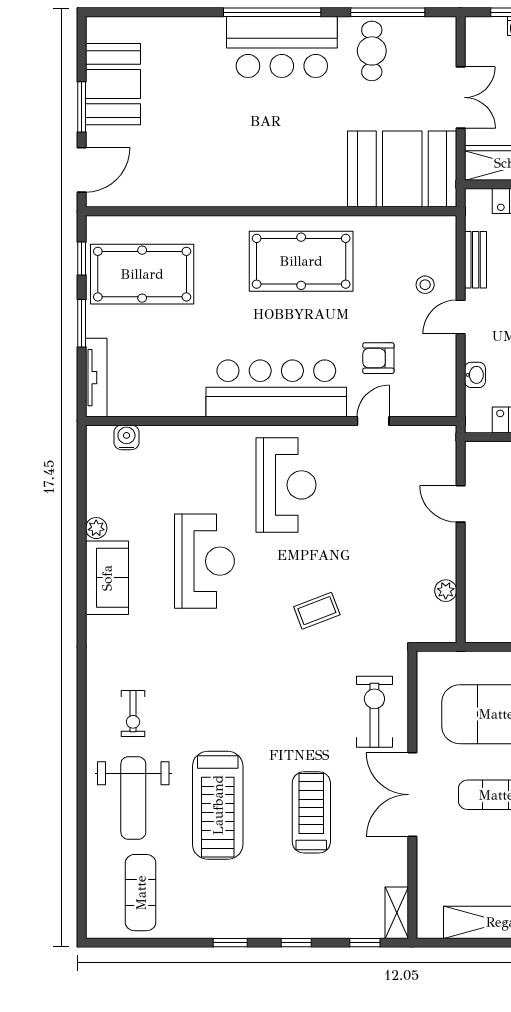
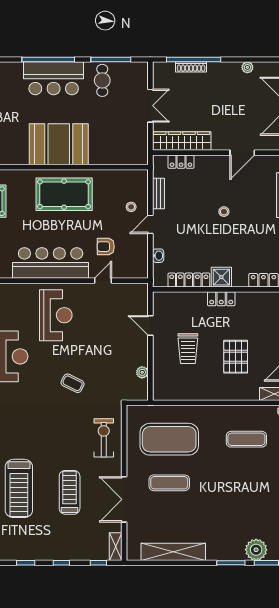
booth: (402, 169) -> (59, 144), moved
coffee table: (317, 611) -> (73, 383), turned 47
double door: (412, 795) -> (124, 499), moved

